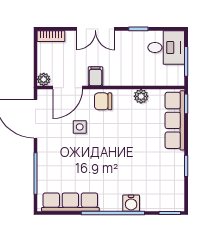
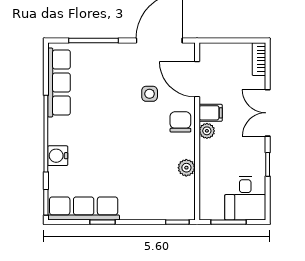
plant: (44, 79) -> (207, 131), moved
row of seats: (175, 120) -> (84, 208), moved

